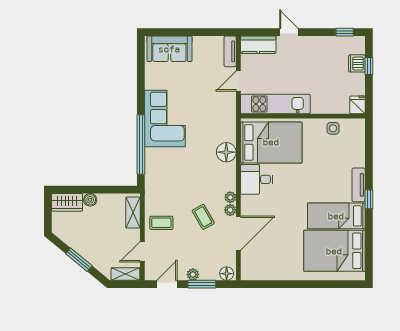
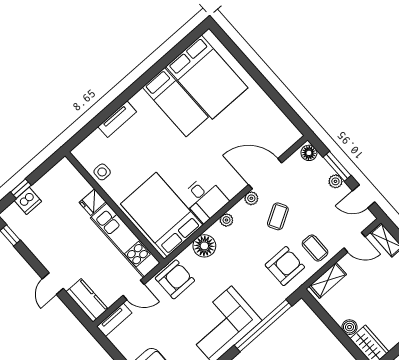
fridge: (357, 105) -> (93, 202), moved
armchair: (221, 114) -> (175, 279), added
tv unit: (359, 185) -> (117, 119), moved
armchair: (167, 193) -> (285, 266), added
plant: (230, 197) -> (226, 220), moved
window: (369, 199) -> (136, 87), removed

